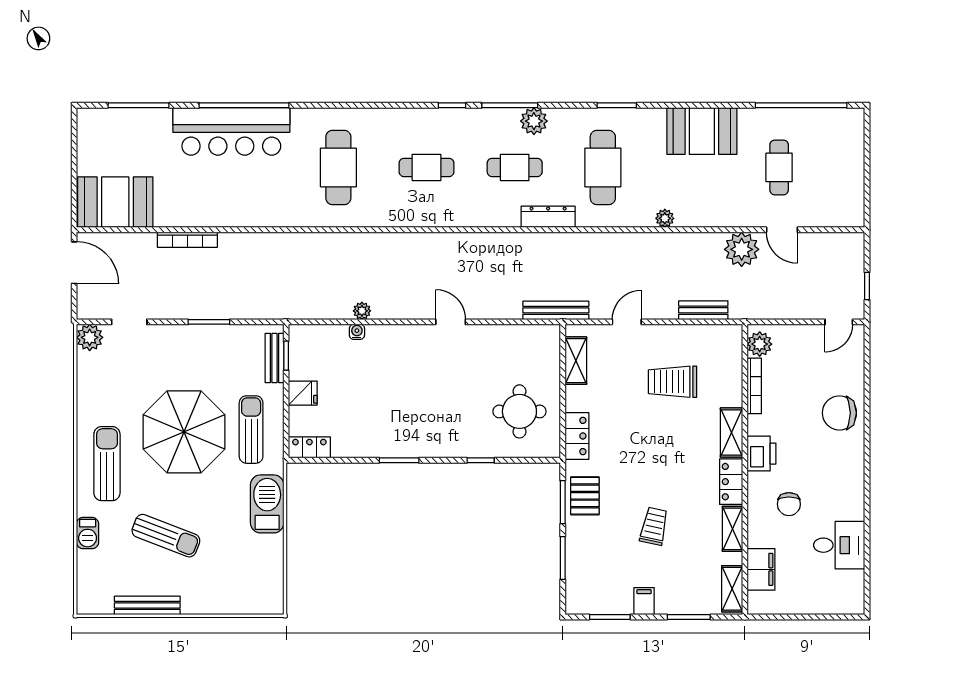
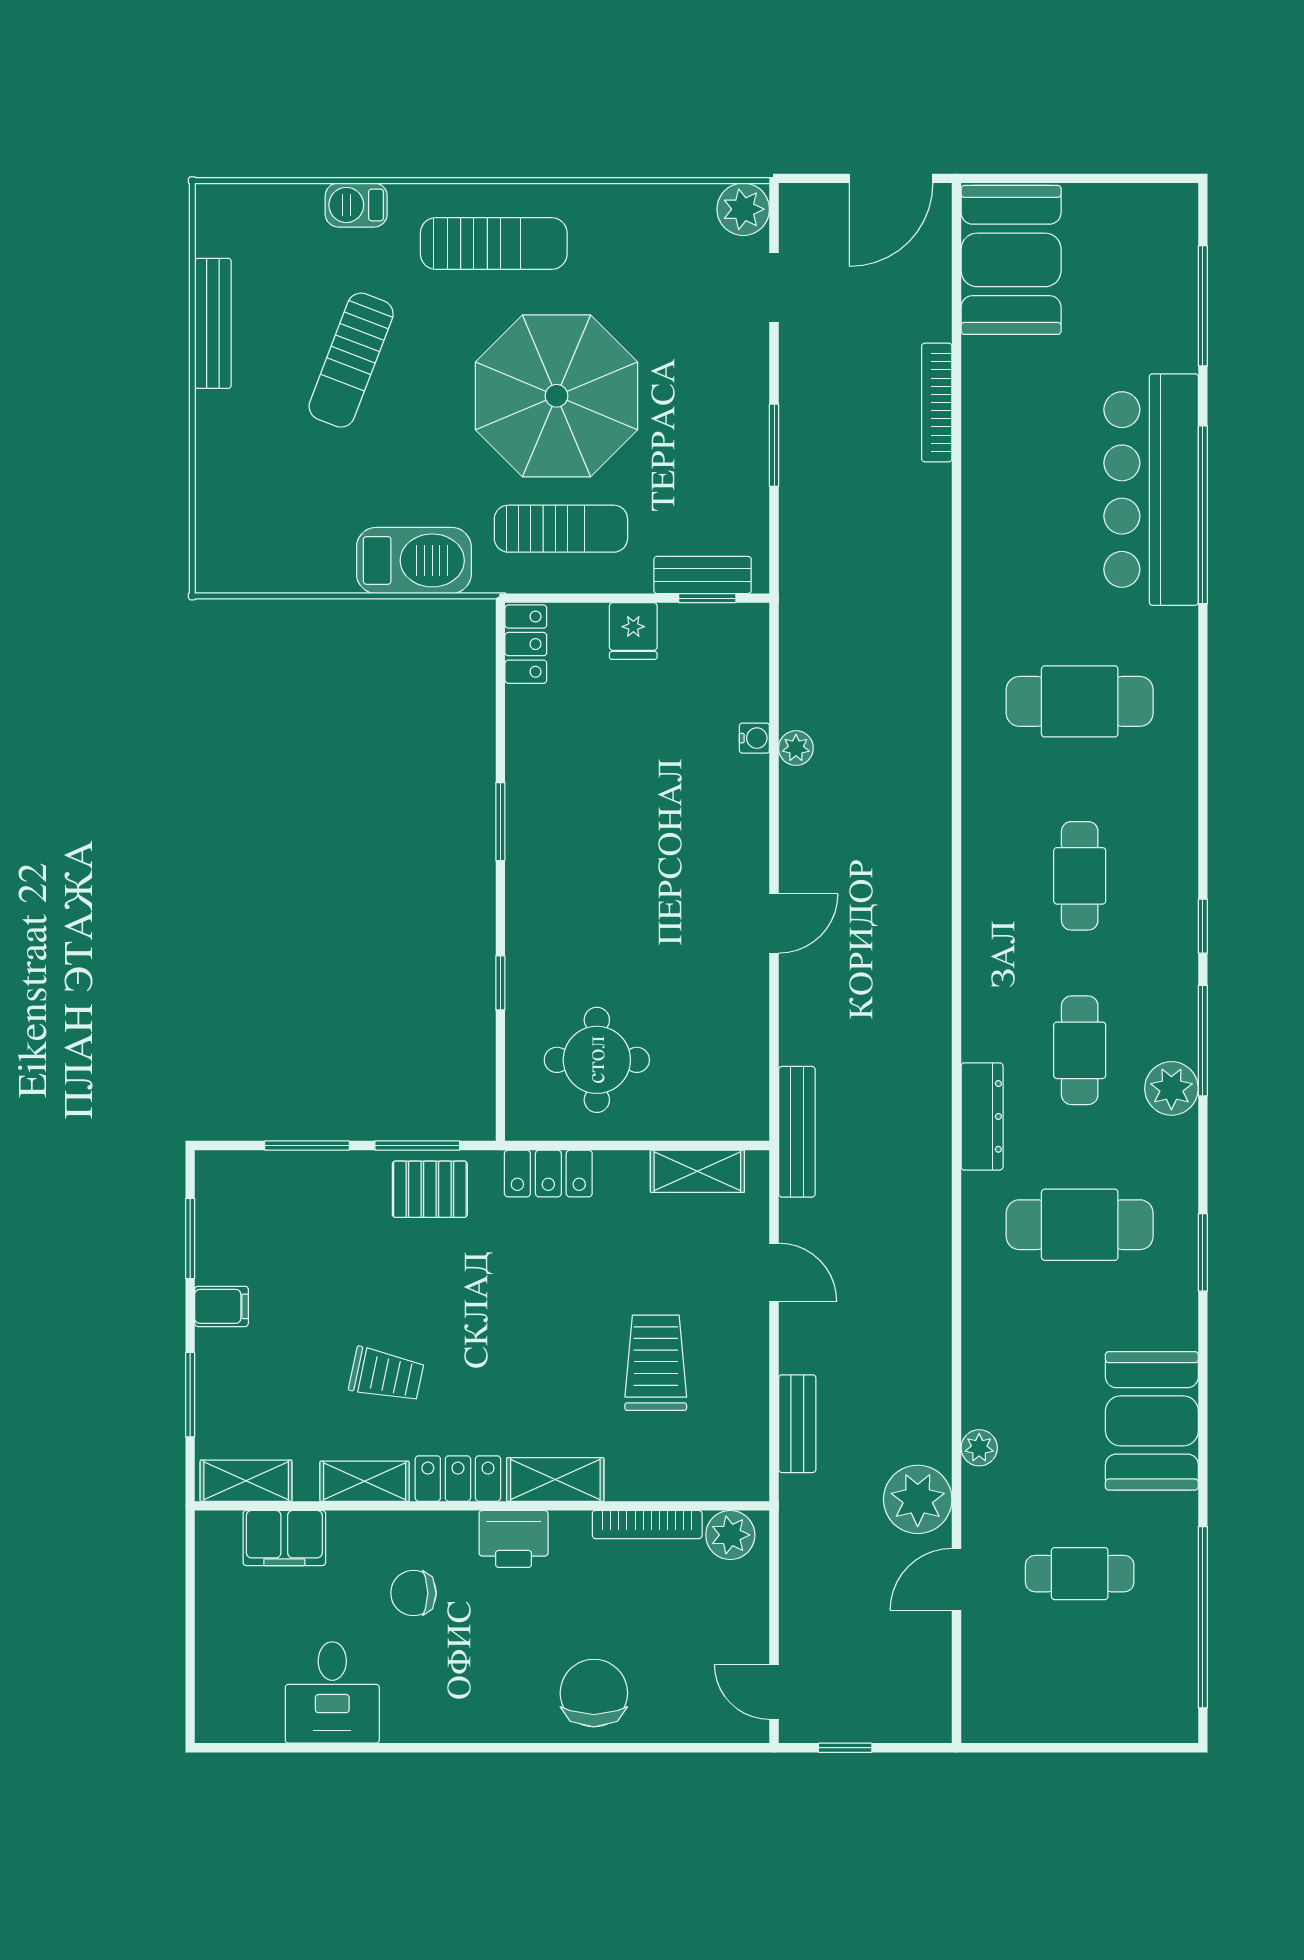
plant: (665, 218) -> (979, 1448), moved
trolley: (654, 526) -> (386, 1375), moved

